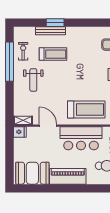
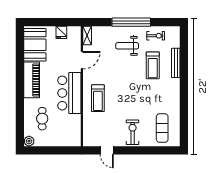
window: (55, 23) -> (184, 67), removed
window: (10, 62) -> (131, 22), moved
treadmill: (86, 109) -> (98, 98), width x0.73, depth x0.73
fridge: (20, 132) -> (61, 32), moved

